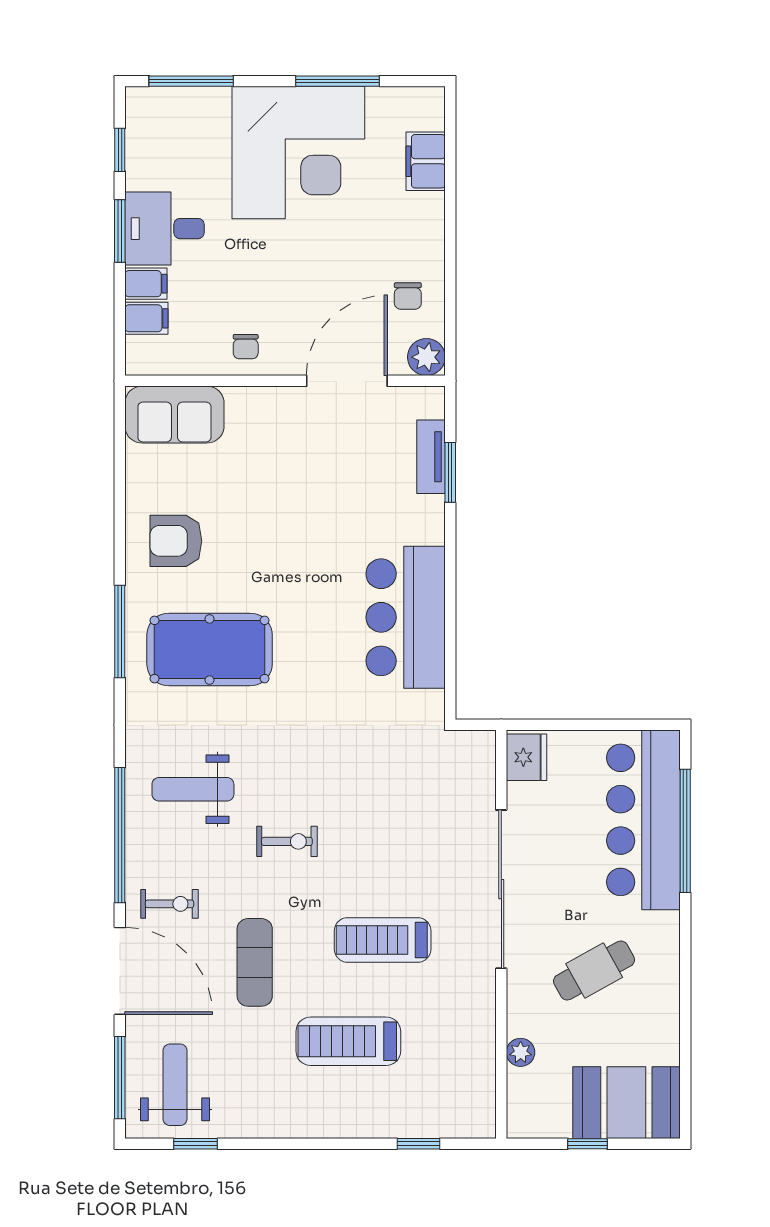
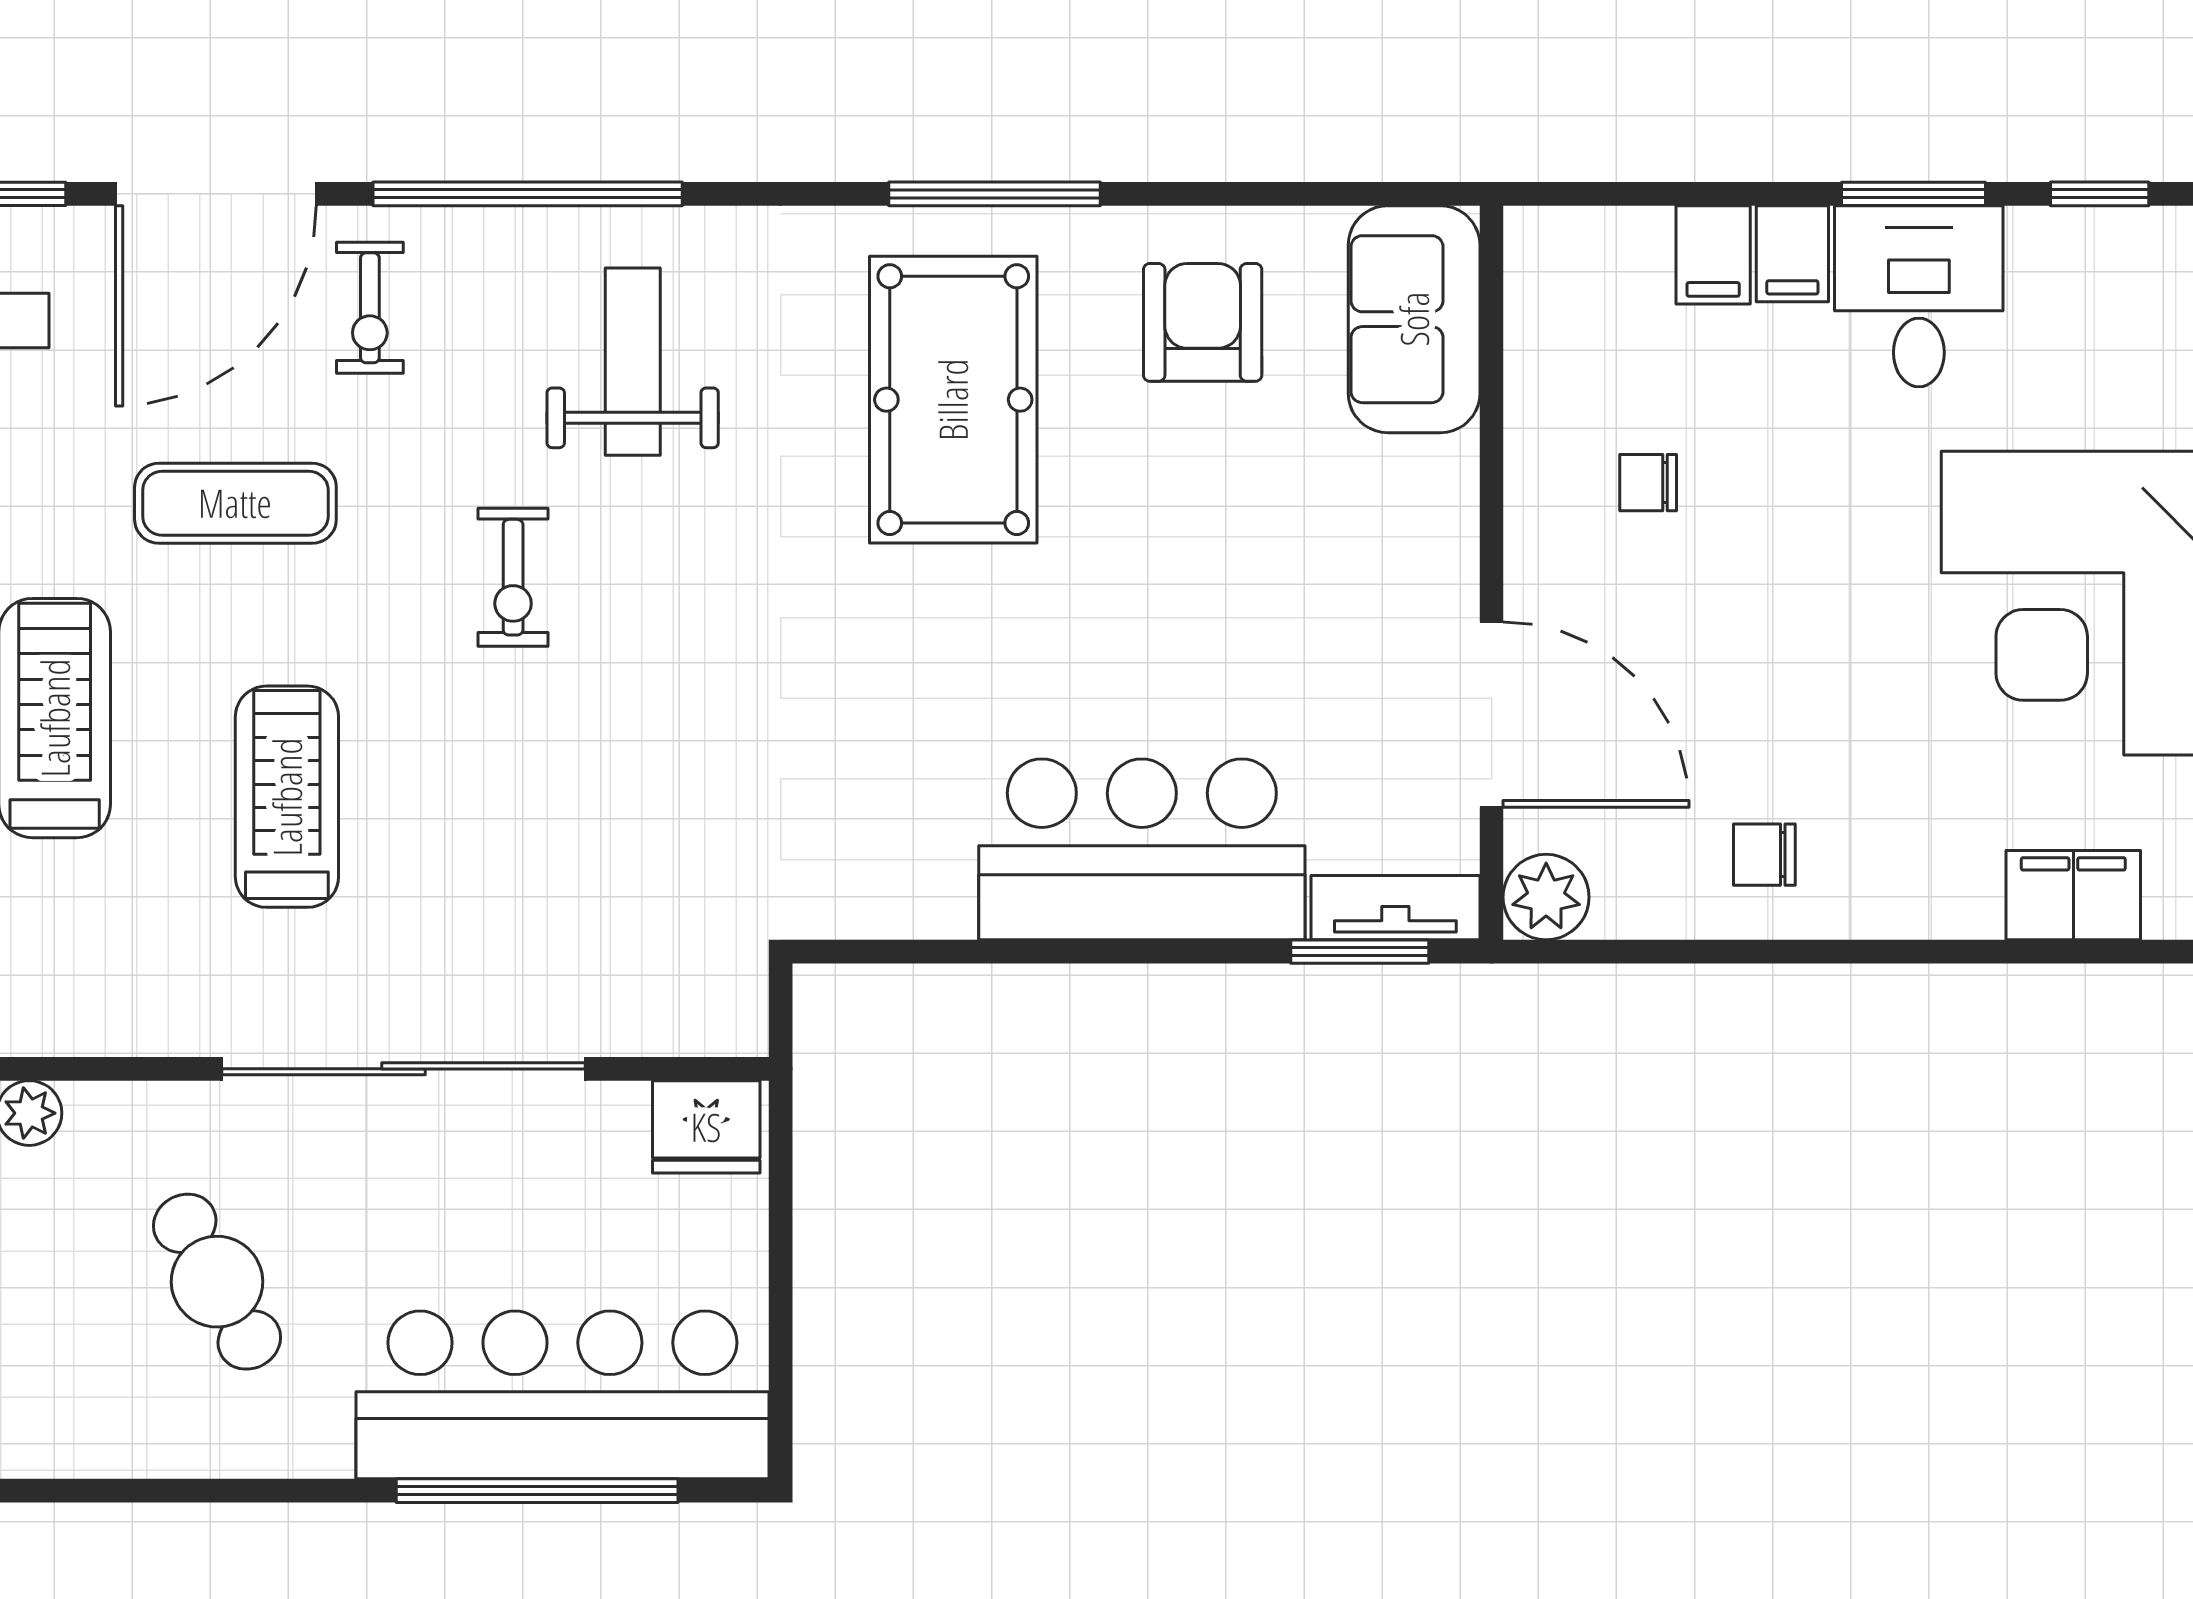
plant: (426, 357) -> (1546, 897), moved
wall: (285, 381) -> (1492, 573), moved
door: (347, 381) -> (1492, 715), moved
sofa: (174, 415) -> (1414, 319), moved
bar counter: (406, 617) -> (1142, 849), moved

